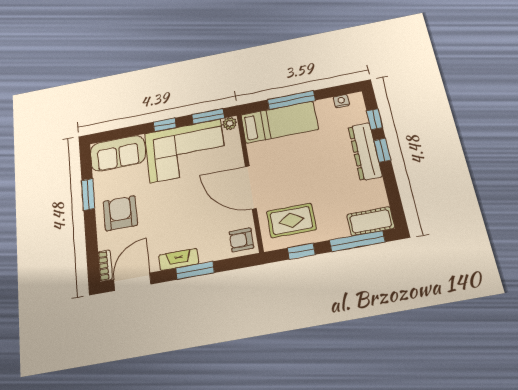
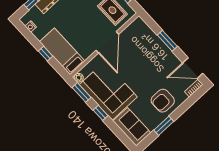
window: (291, 100) -> (46, 54), width x0.46
armchair: (241, 240) -> (138, 28), removed
fireplace: (179, 259) -> (167, 53), removed

